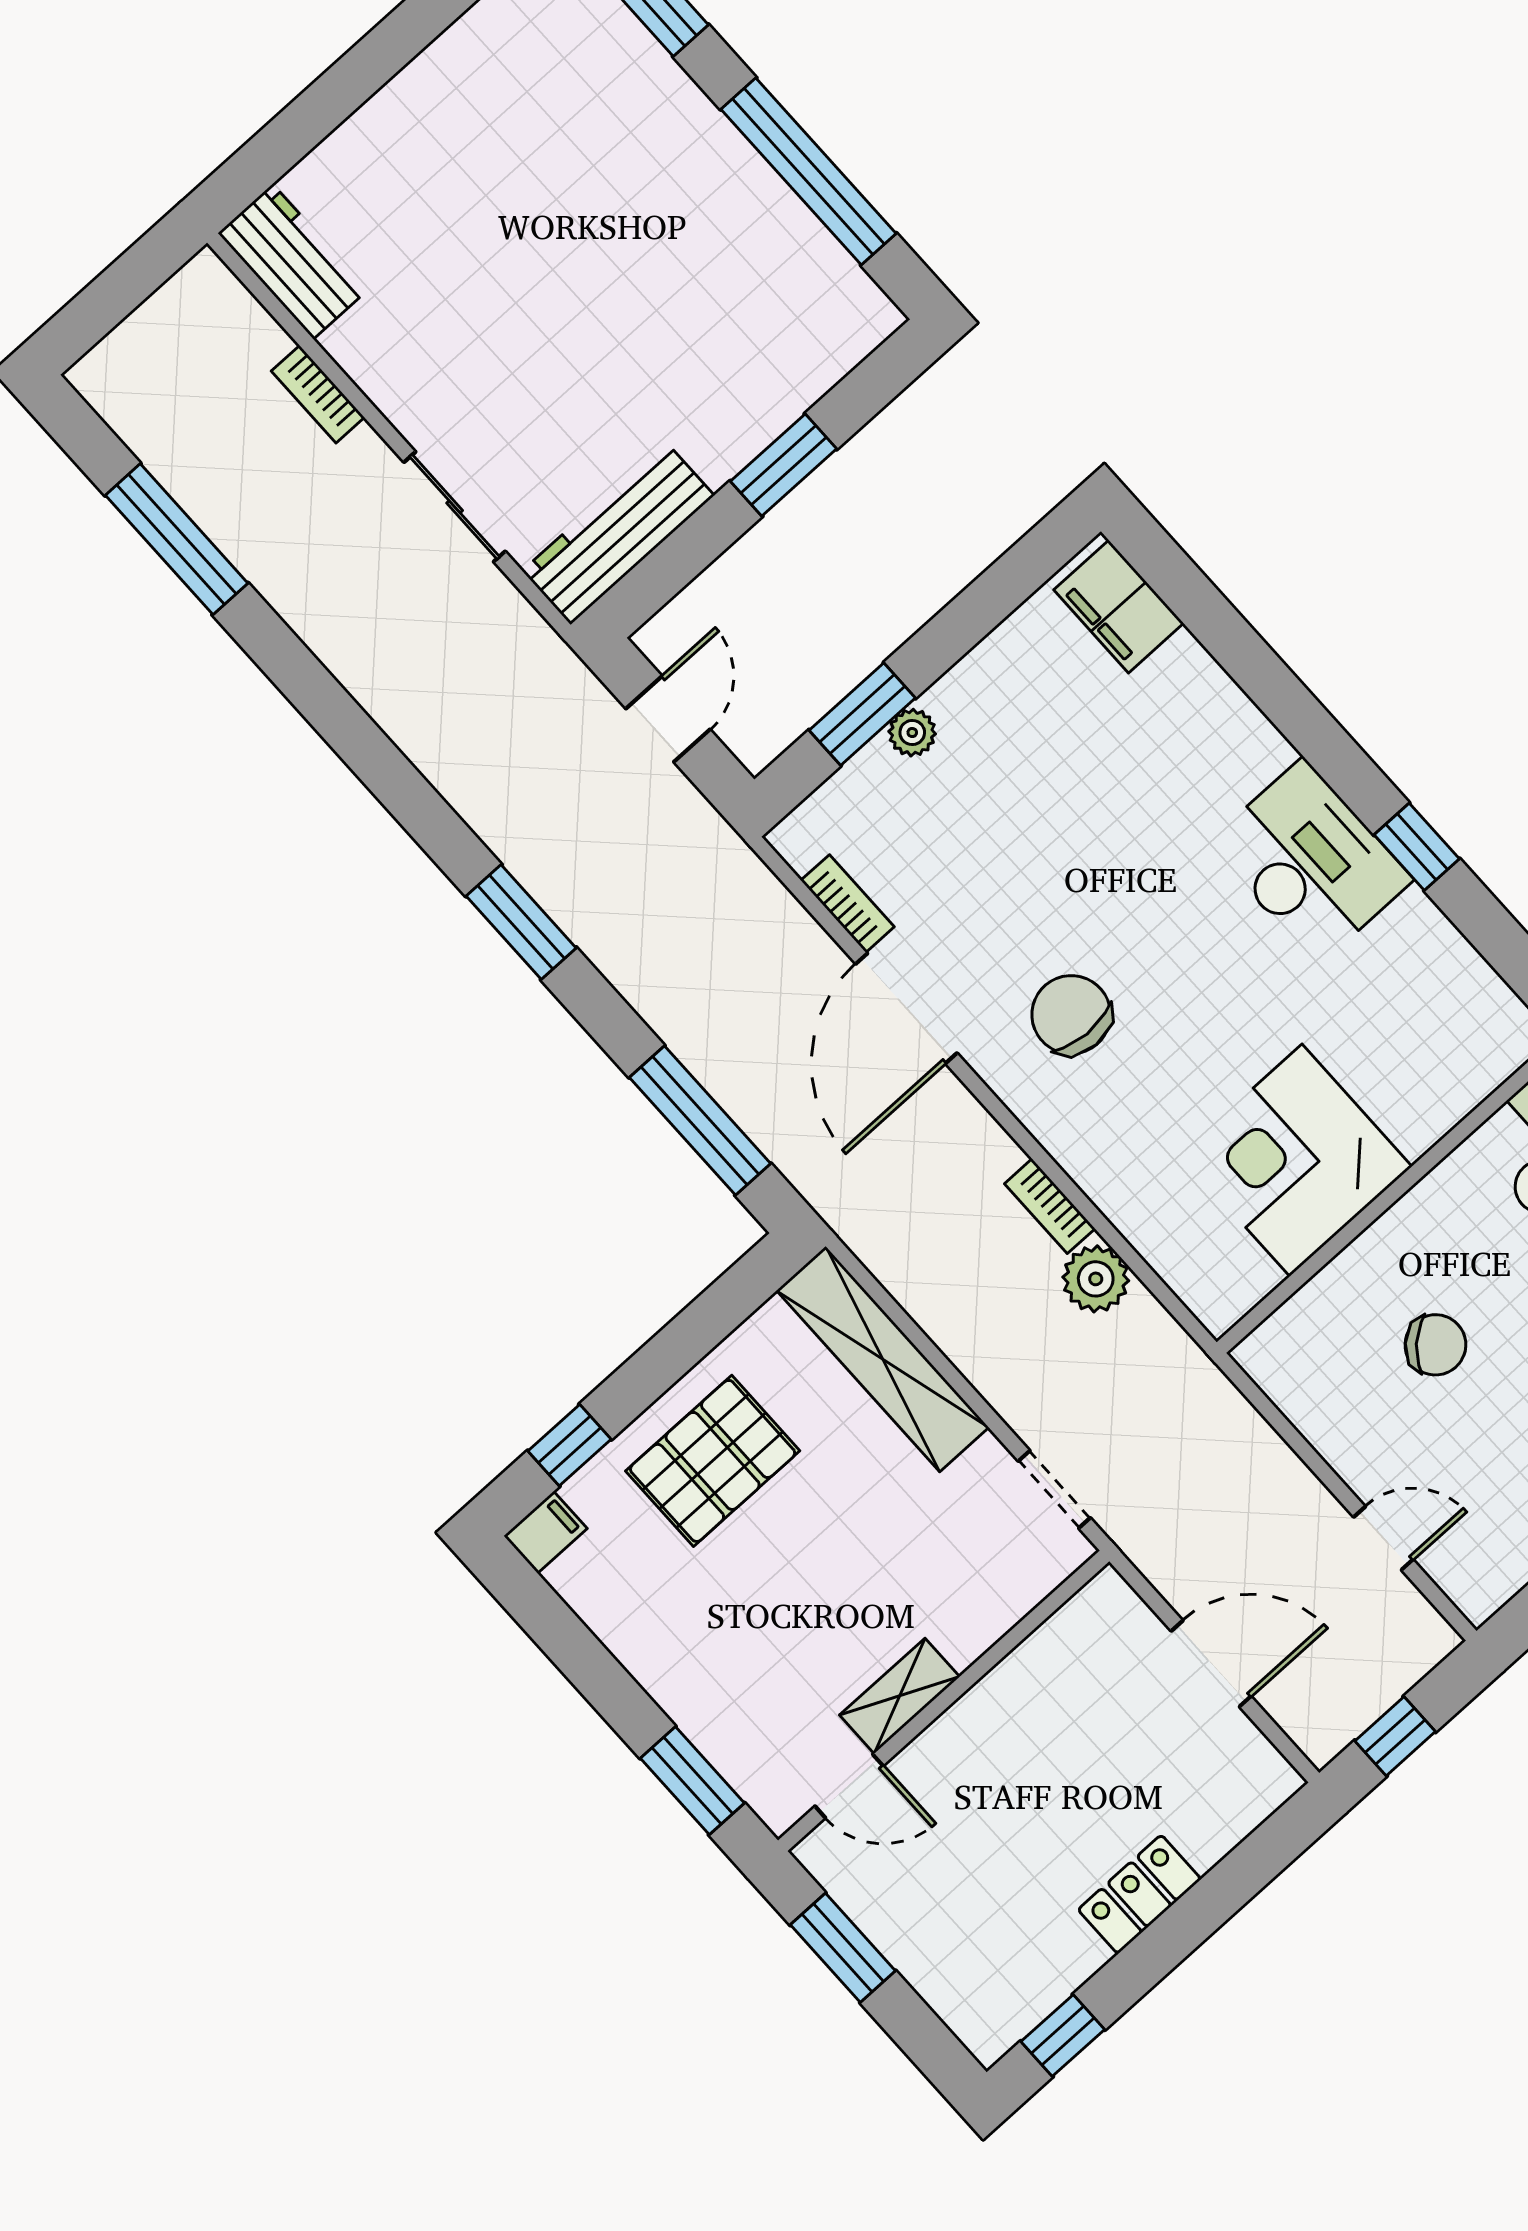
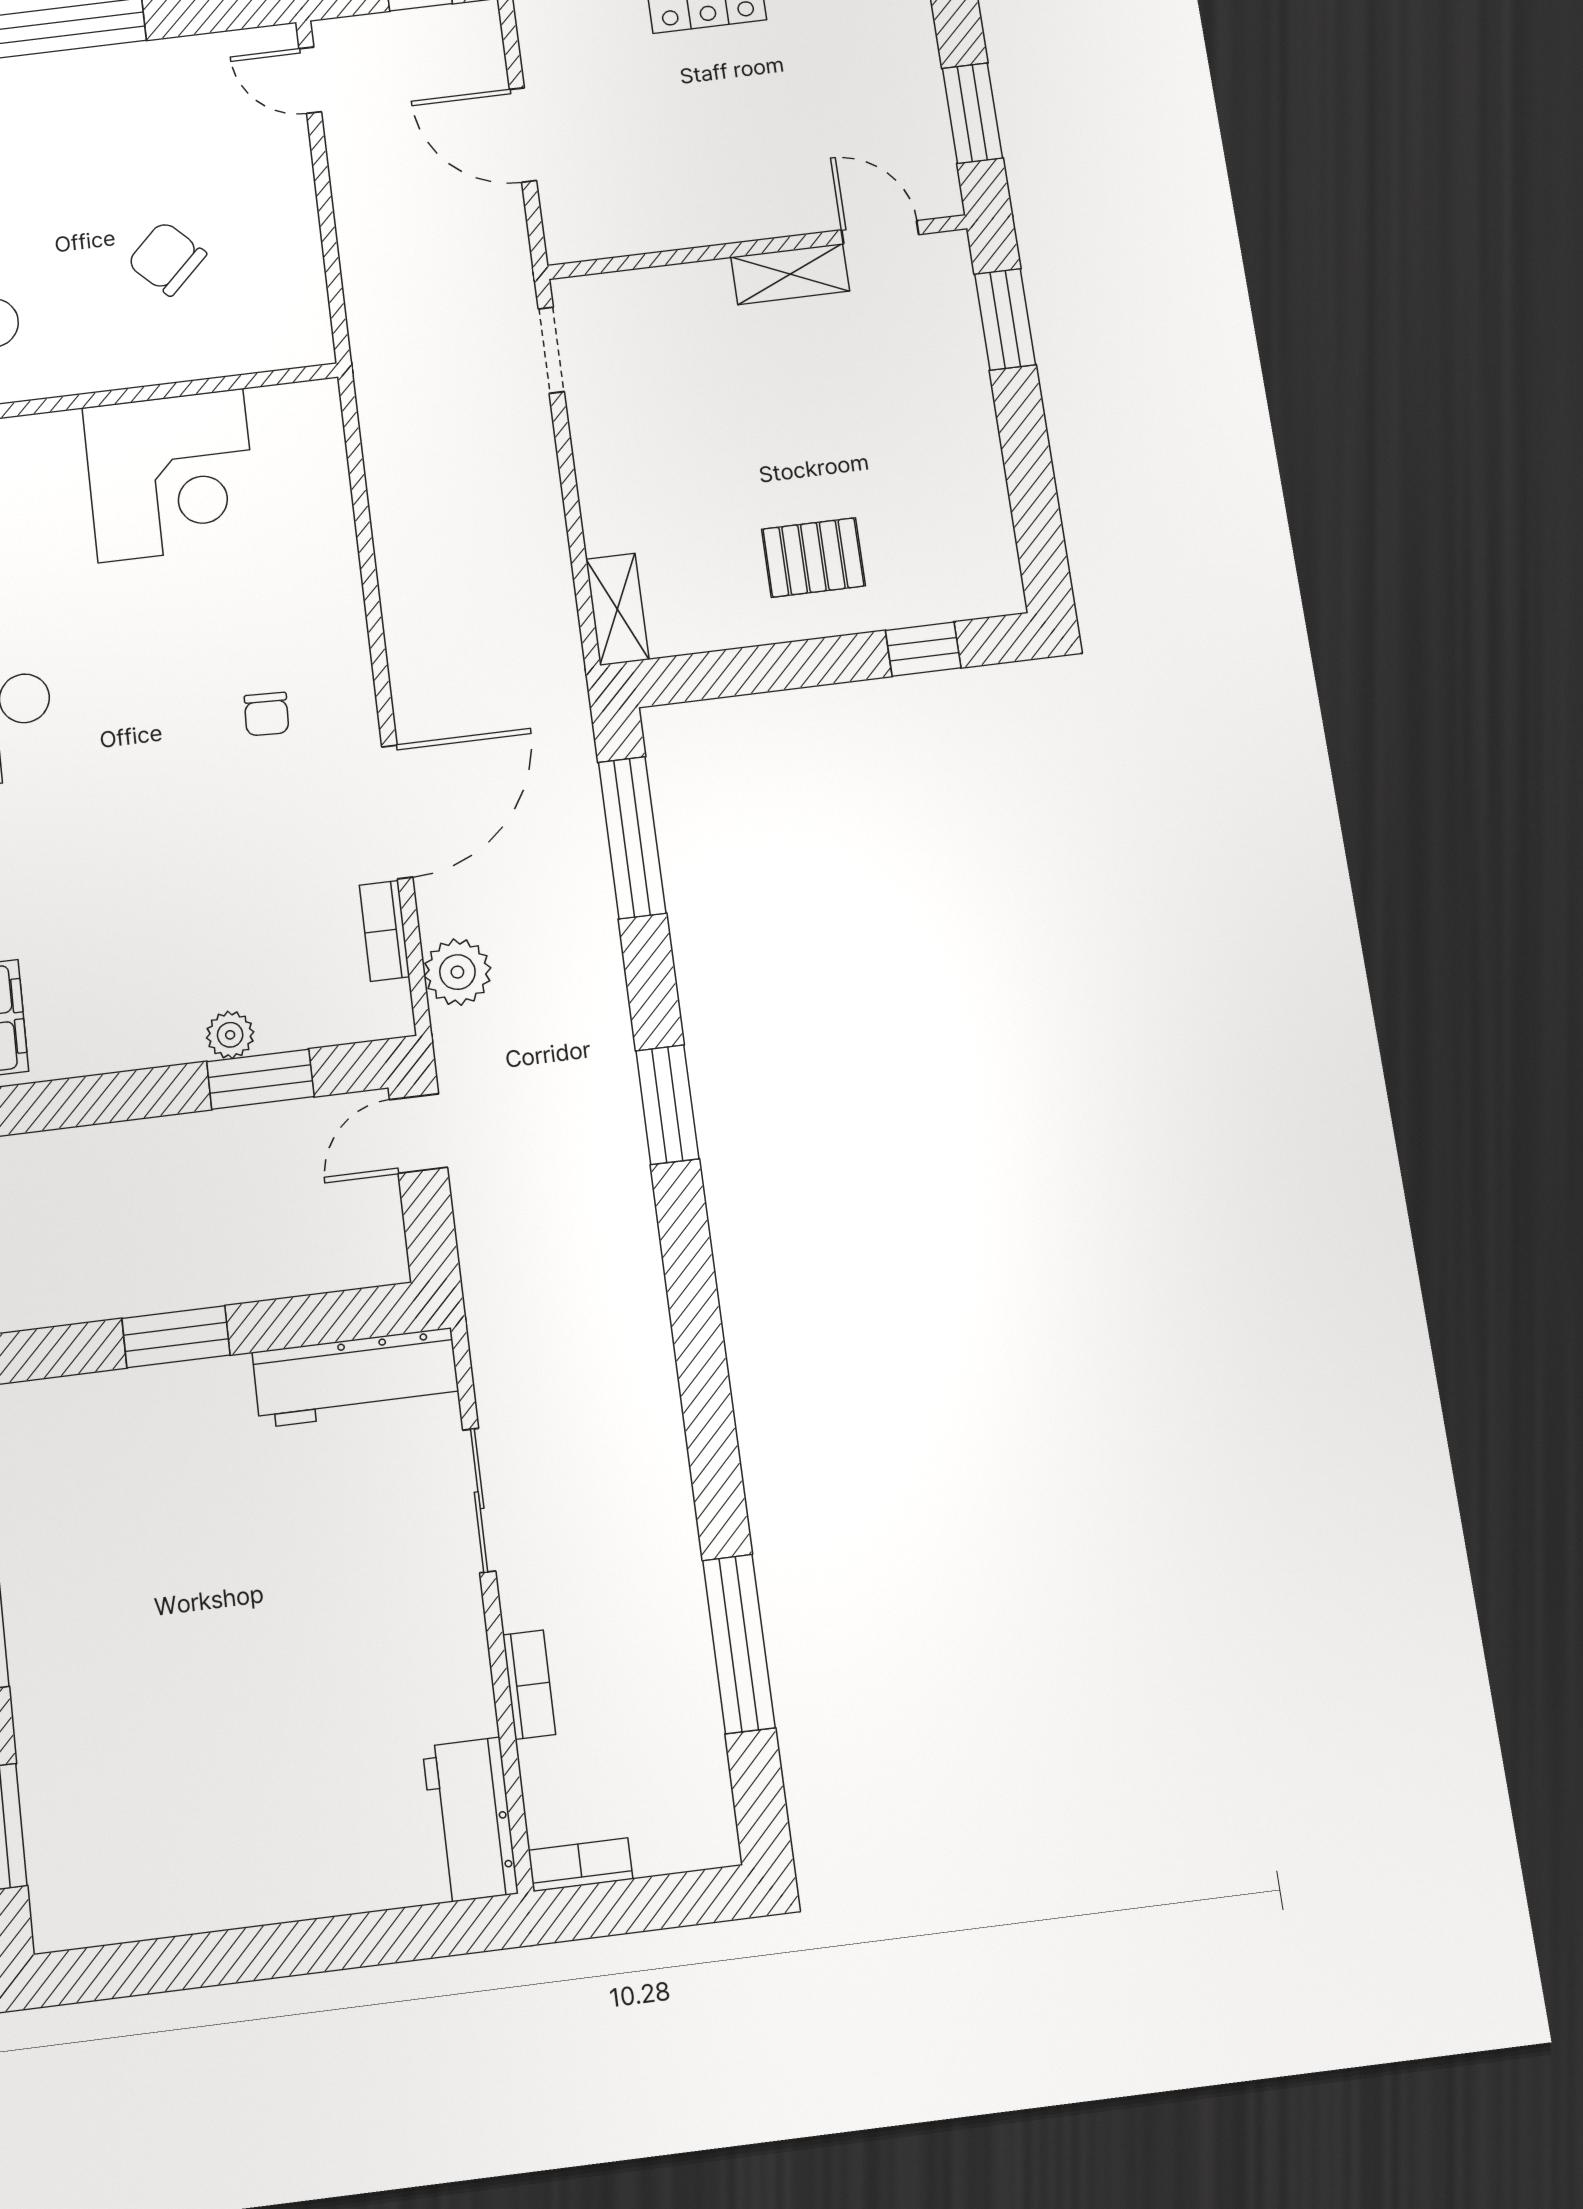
door: (668, 719) -> (418, 1133), moved
chair: (1071, 1015) -> (267, 714), width x0.54, depth x0.54
bookcase: (1050, 1206) -> (580, 1865), moved, turned -90
plant: (1096, 1279) -> (457, 972), moved
shelving: (883, 1359) -> (617, 609), width x0.45, depth x0.75
pallet: (713, 1461) -> (813, 558), width x0.67, depth x0.71
filing cabinet: (546, 1532) -> (991, 593), removed
door: (1383, 1538) -> (310, 80), moved

